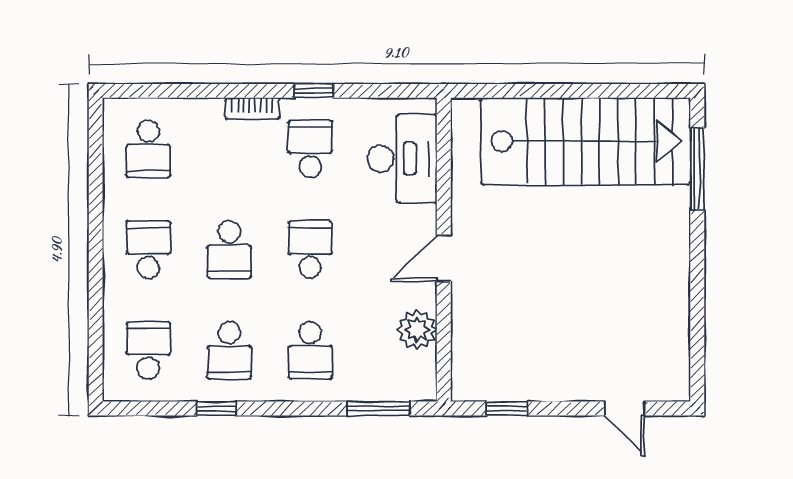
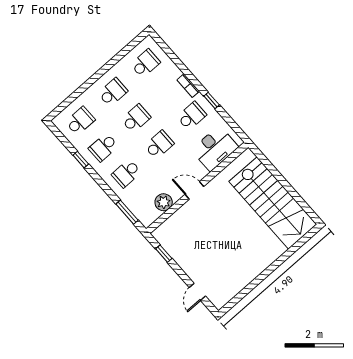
school desk: (148, 149) -> (145, 63), turned 180
window: (697, 169) -> (296, 247), removed
school desk: (229, 250) -> (136, 118), turned 180

